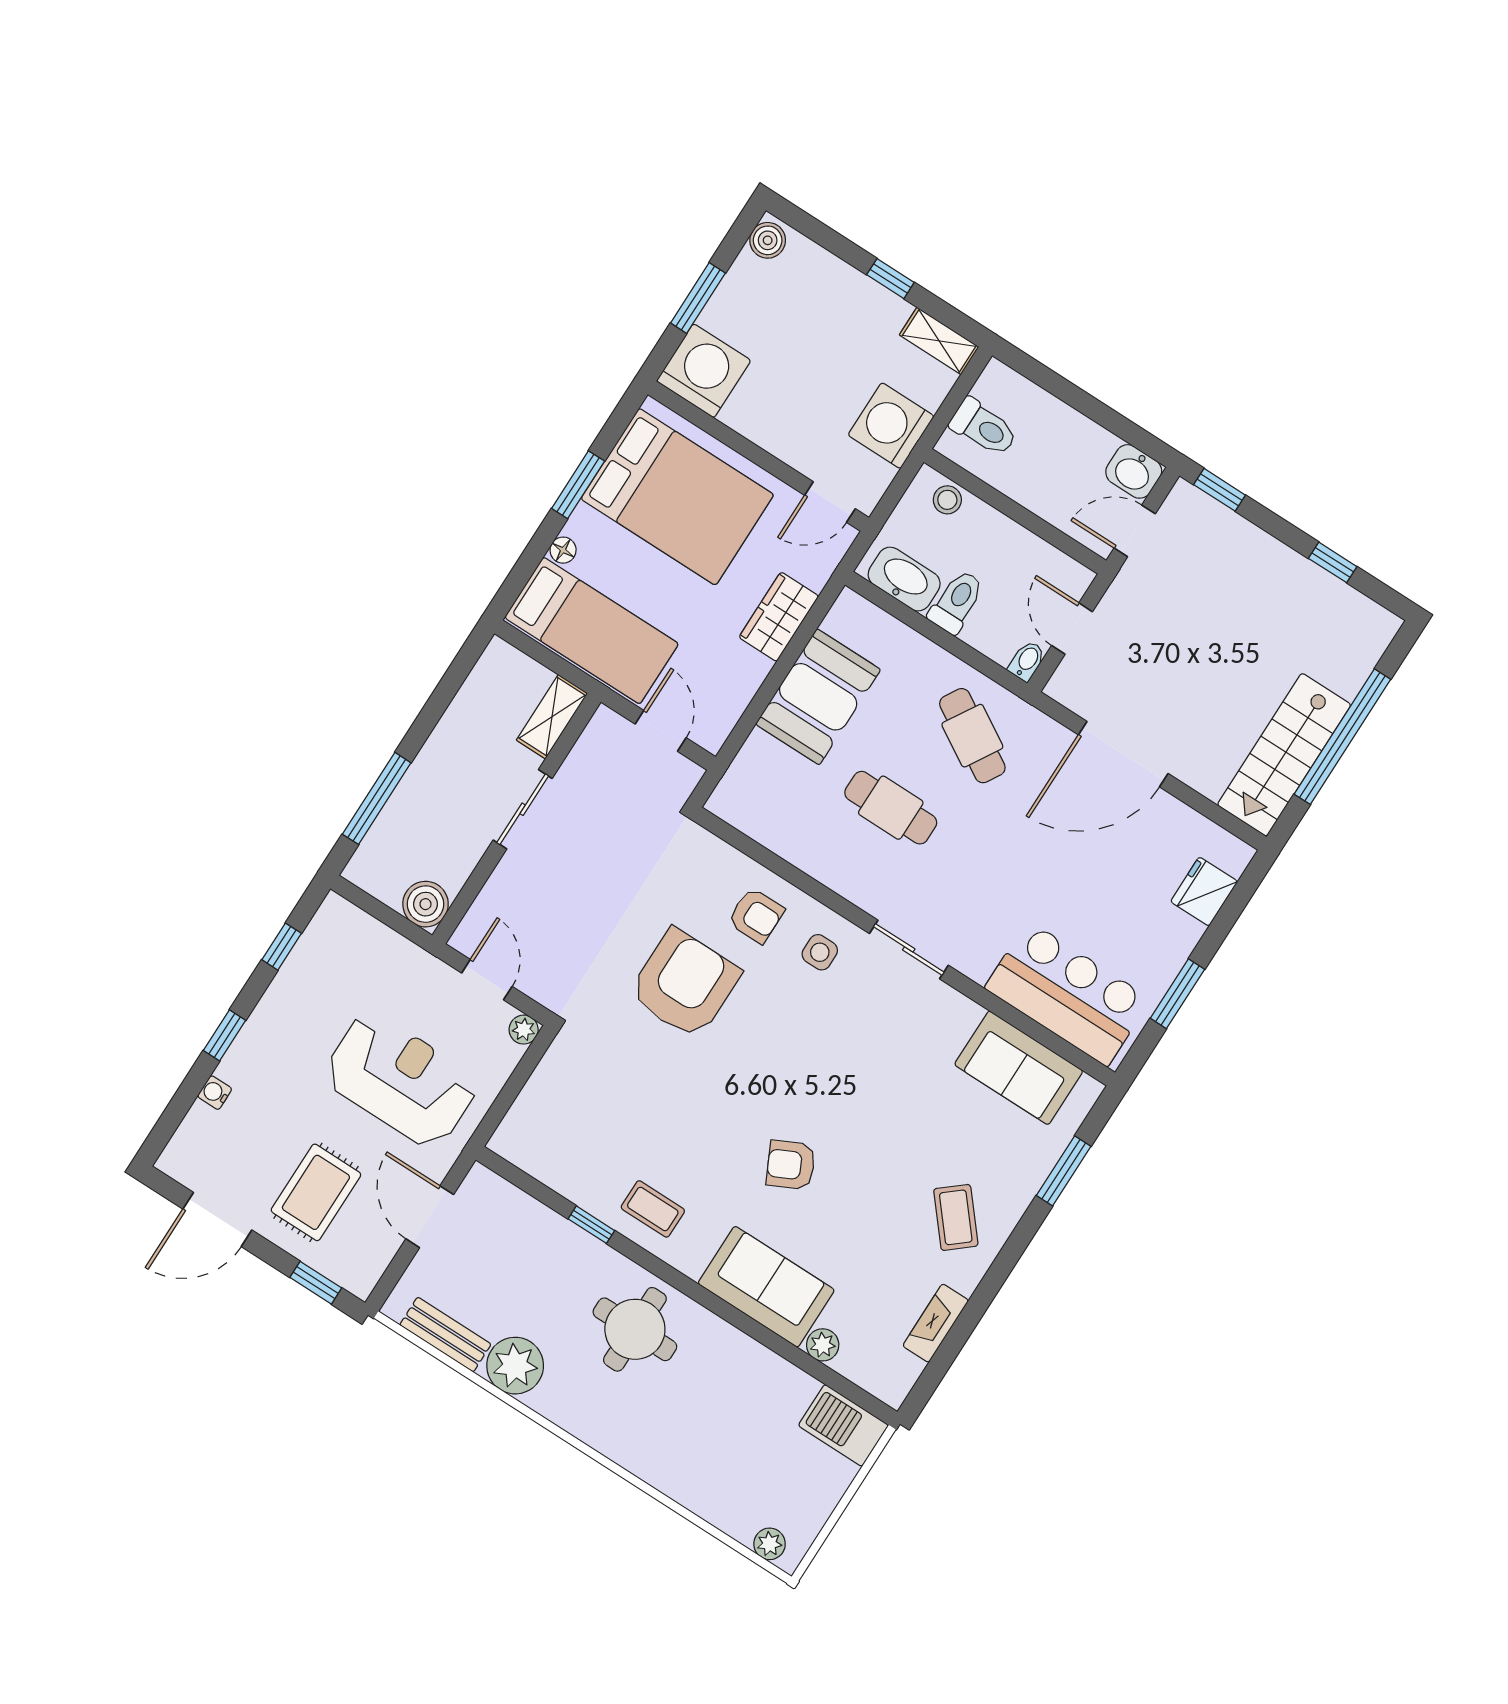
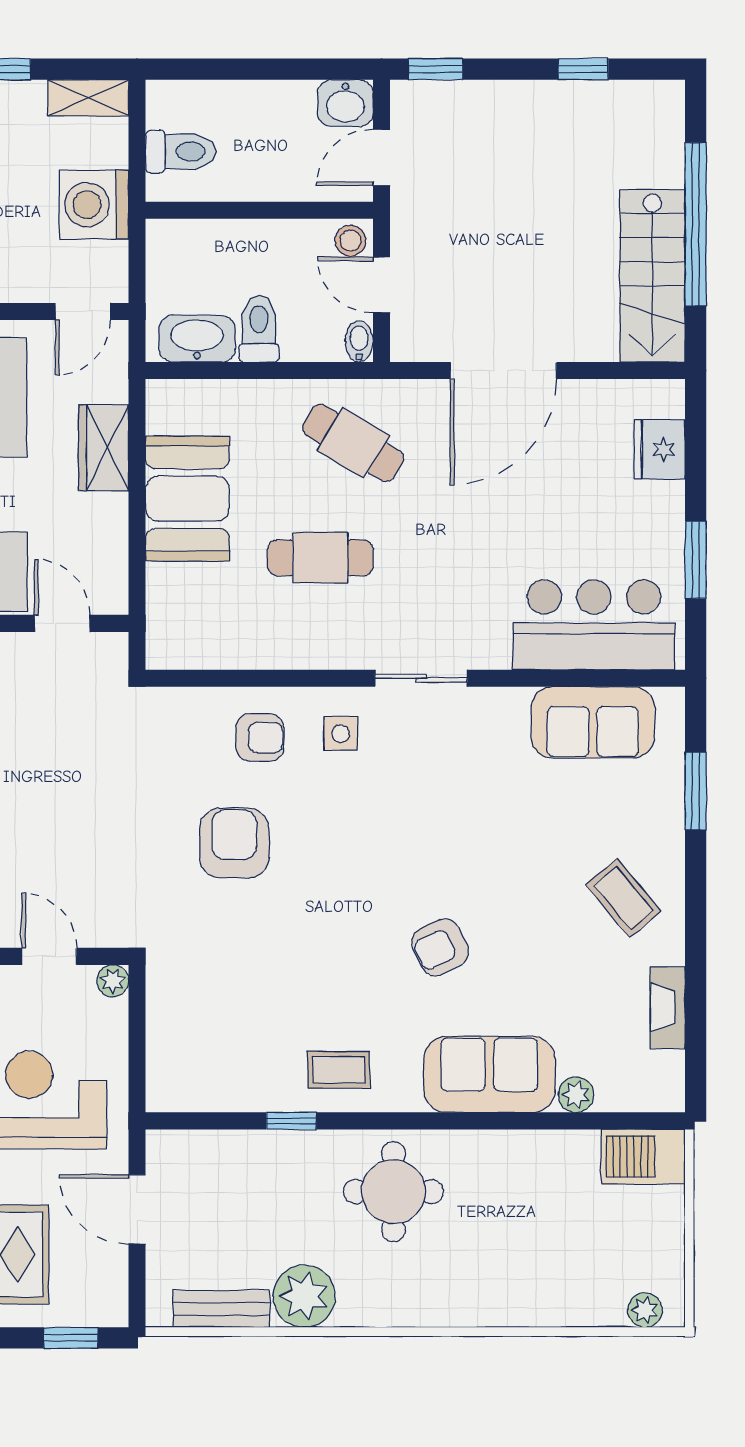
stool: (947, 500) -> (350, 241), moved
armchair: (684, 984) -> (234, 843), width x0.73, depth x0.73

